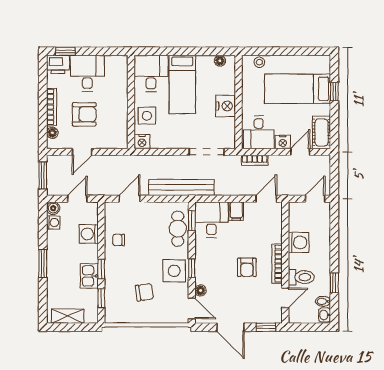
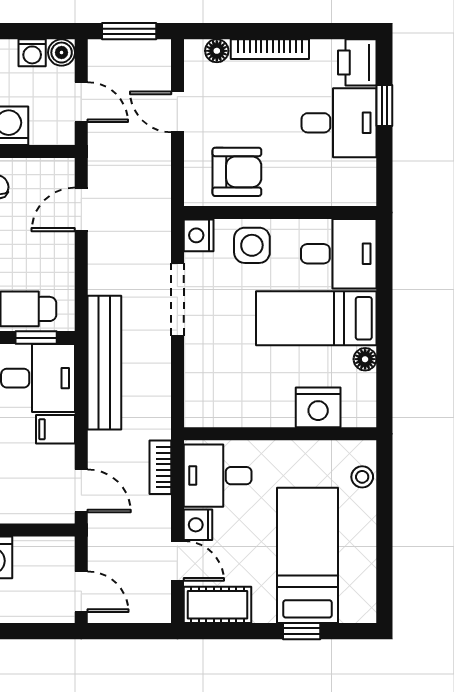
window: (65, 51) -> (384, 106), moved
floor lamp: (220, 61) -> (365, 359), moved
nightstand: (226, 106) -> (318, 407), moved
armchair: (84, 114) -> (237, 172), moved, turned -90
doorway: (207, 152) -> (177, 299), moved
bench: (181, 187) -> (104, 363), moved
door: (129, 199) -> (81, 209), swing flipped

